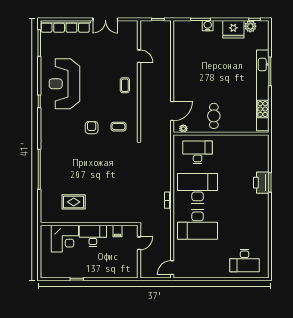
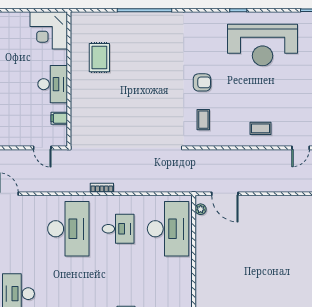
reception desk: (64, 84) -> (263, 45), turned 180
cafe table: (214, 116) -> (218, 251), removed
desk: (198, 152) -> (168, 229), width x1.36, depth x1.30
desk: (198, 188) -> (118, 229), width x0.53, depth x0.77
desk: (198, 224) -> (68, 229), turned 180
corner desk: (65, 239) -> (49, 30), moved

